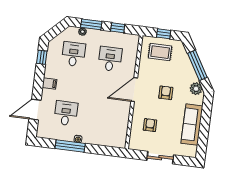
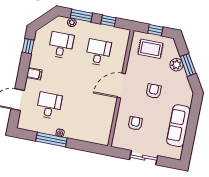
window: (197, 65) -> (188, 65), width x0.69
plant: (196, 89) -> (177, 65), moved

